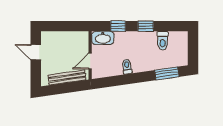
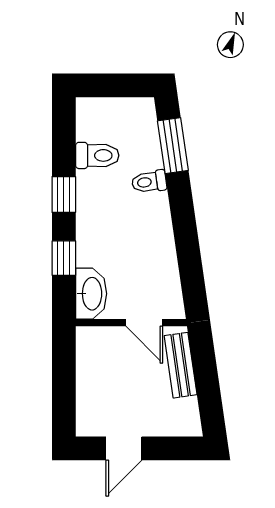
toilet: (127, 67) -> (149, 182), moved
bench: (67, 77) -> (181, 365), width x0.73

